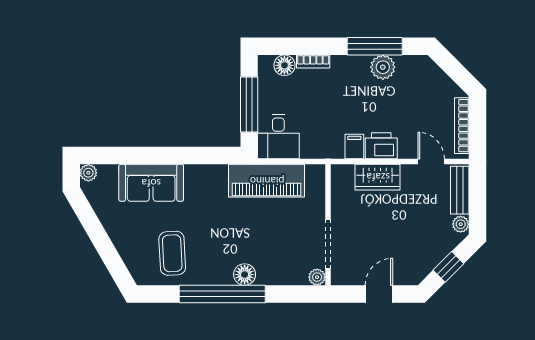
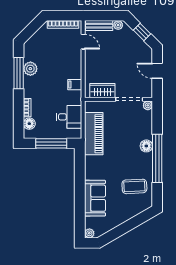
desk: (278, 137) -> (69, 117), moved
printer: (381, 146) -> (74, 70), removed
door: (431, 162) -> (83, 42), swing flipped
wardrobe: (378, 177) -> (102, 91), moved, turned -90

